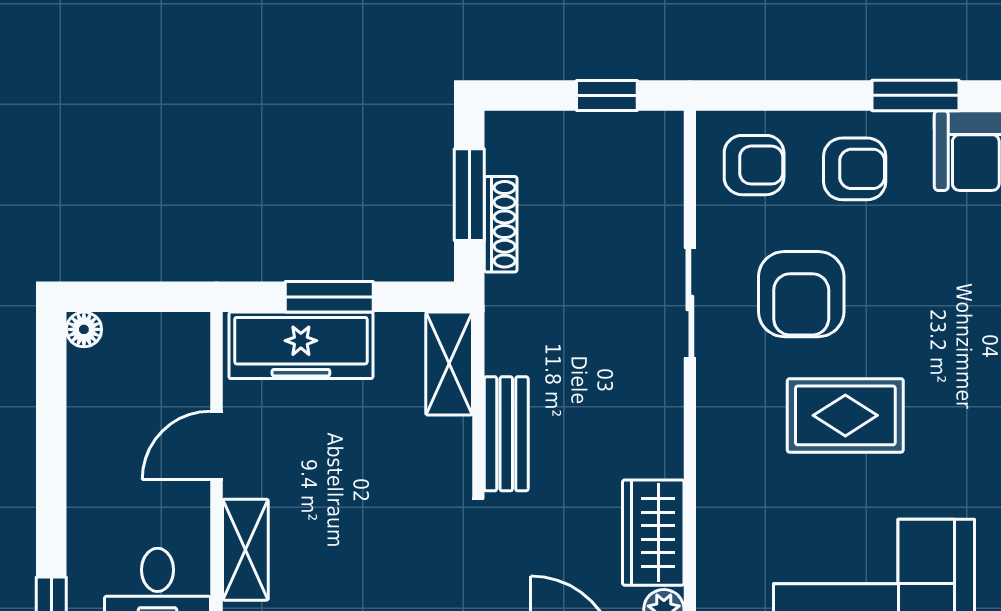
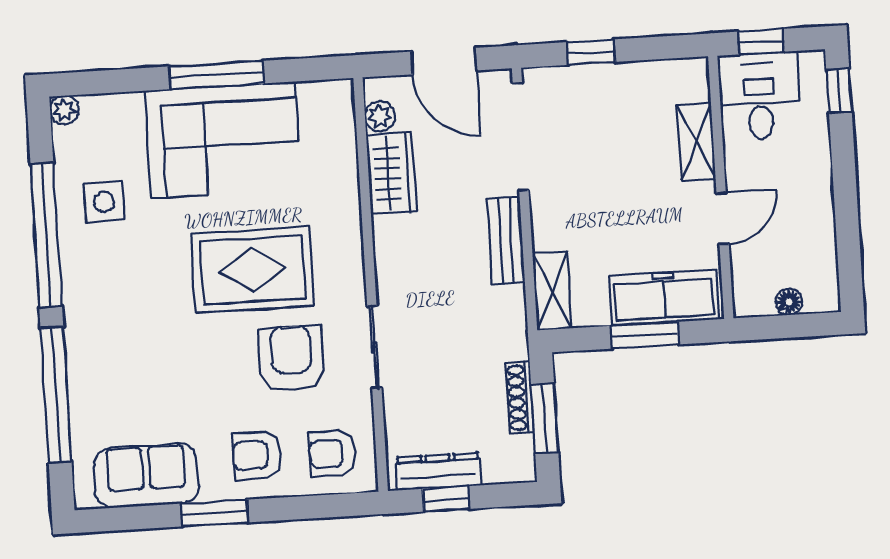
dresser: (615, 133) -> (438, 471), added
floor lamp: (84, 329) -> (789, 302), moved
rug: (845, 415) -> (253, 270), width x1.36, depth x1.43

